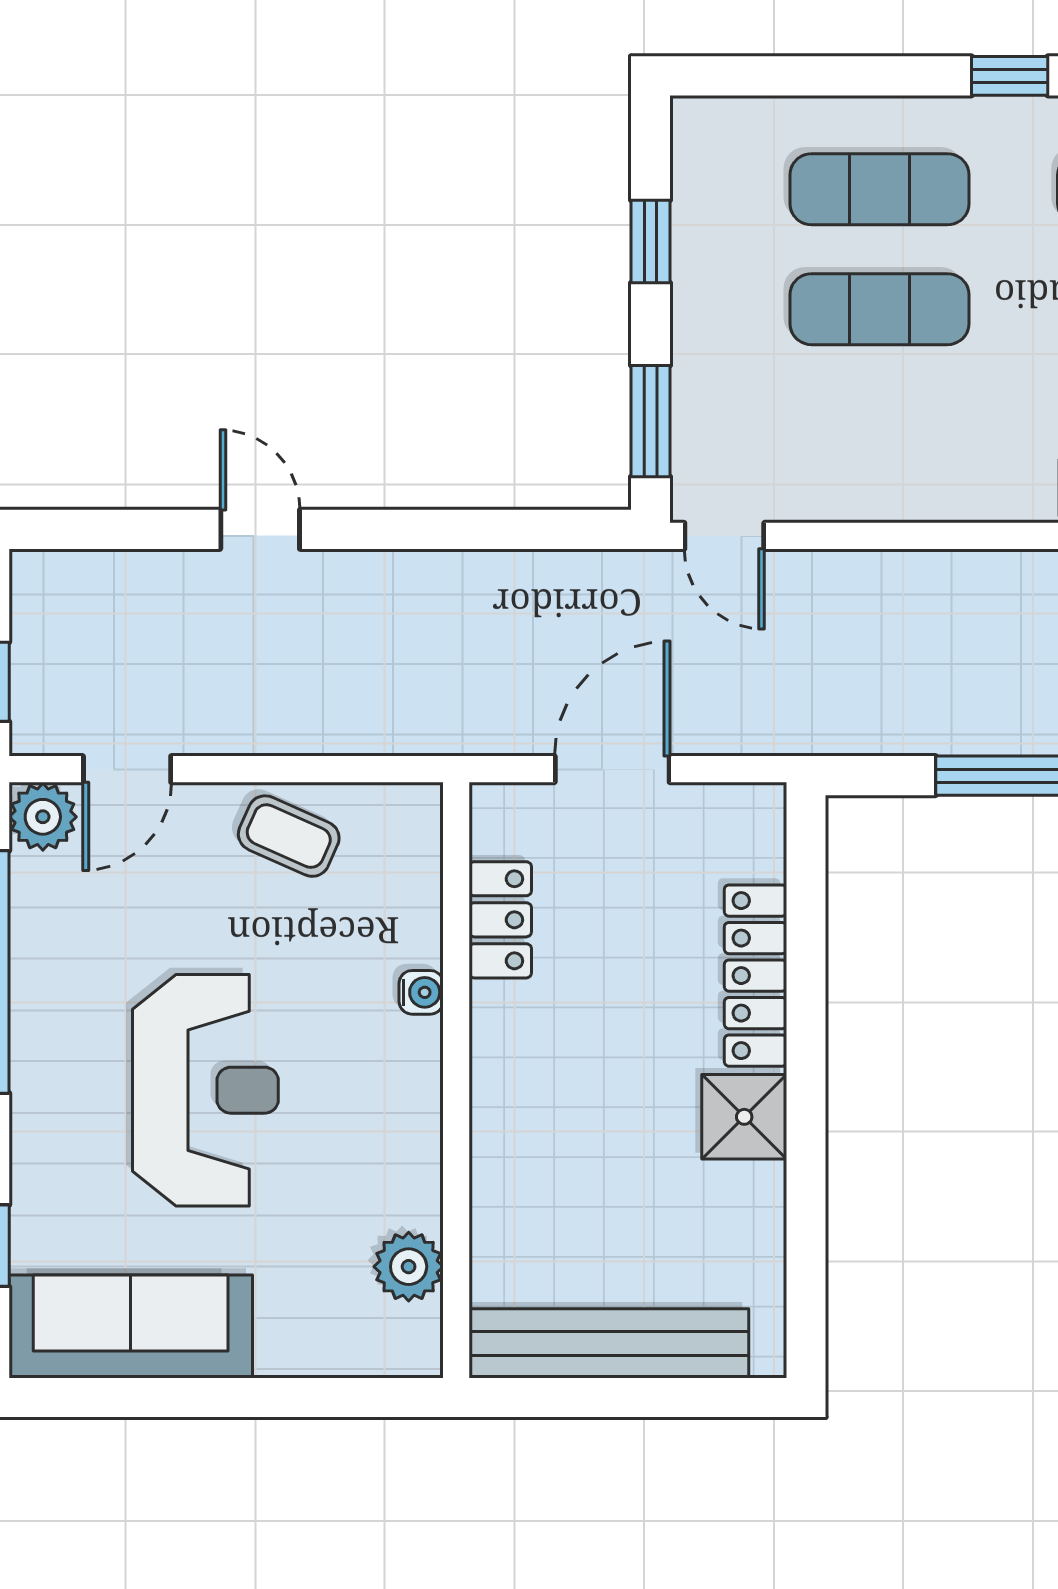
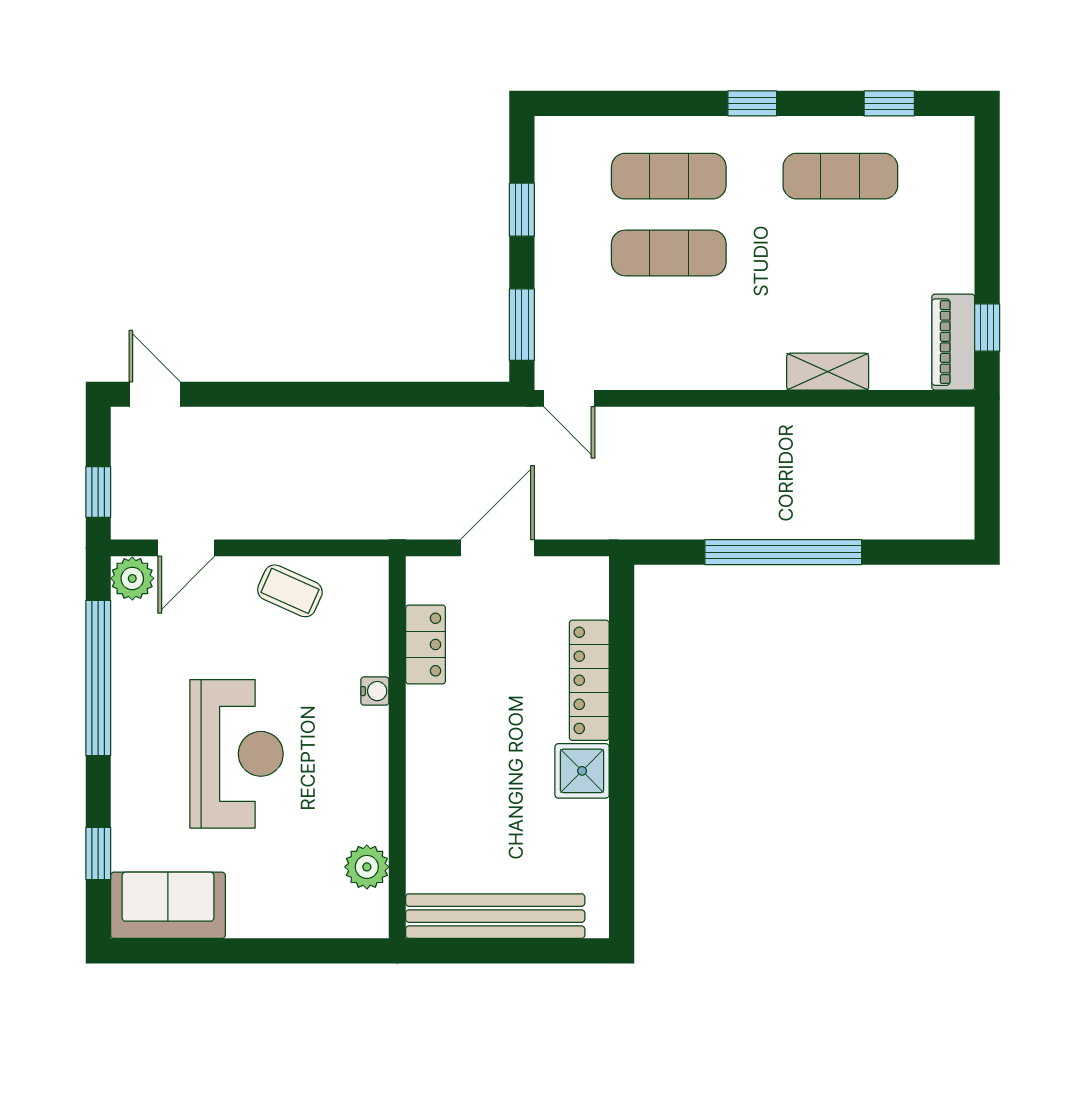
door: (260, 529) -> (155, 394), moved
sofa: (131, 1326) -> (168, 905), width x0.73

